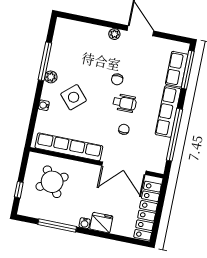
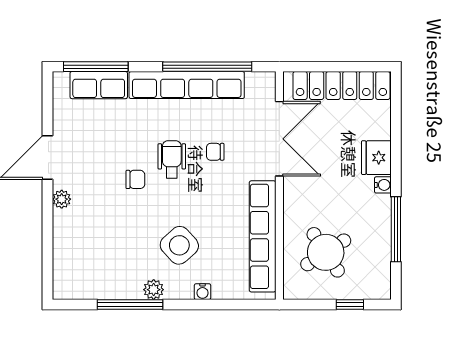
row of seats: (168, 112) -> (187, 85), width x1.36

